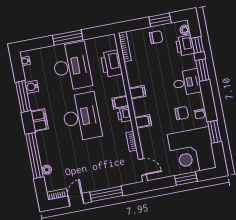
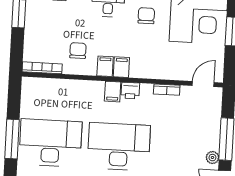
chair: (156, 37) -> (78, 51), moved
printer: (111, 64) -> (60, 91), removed
filing cabinet: (143, 121) -> (121, 67), moved
plant: (90, 187) -> (212, 158), added

